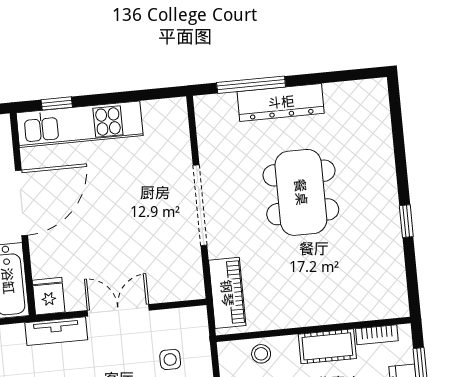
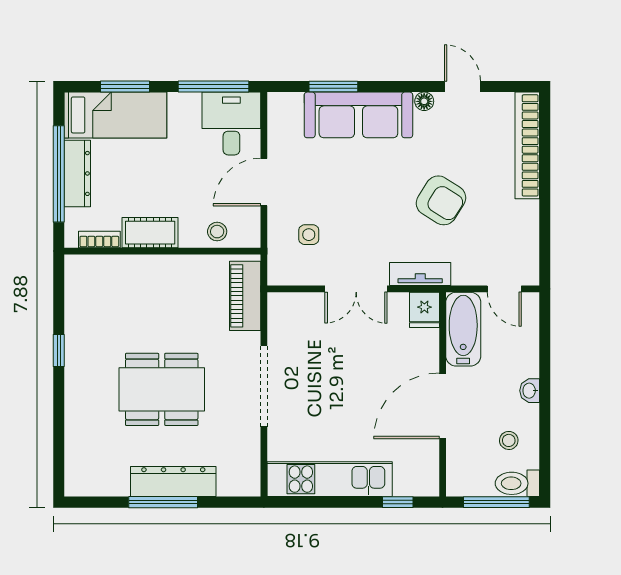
window: (251, 85) -> (163, 502), moved
kitchen unit: (80, 124) -> (330, 479), moved
dining table: (301, 192) -> (162, 389), turned 90

